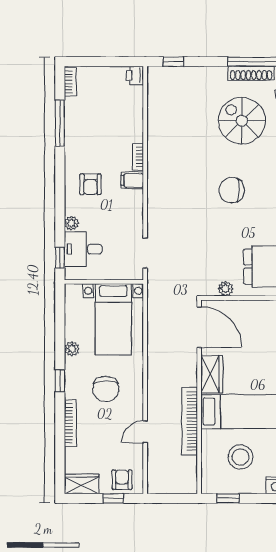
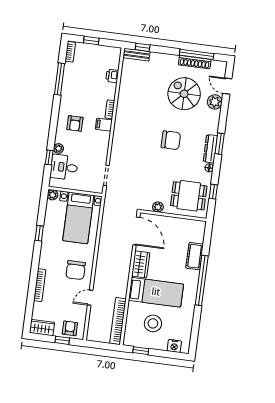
window: (98, 62) -> (91, 41), added
bench: (166, 73) -> (137, 55), added
printer: (135, 75) -> (112, 76), moved
chair: (232, 190) -> (171, 140), turned 180
window: (60, 258) -> (49, 158), moved
plant: (72, 349) -> (53, 195), moved
window: (60, 381) -> (39, 233), moved
chair: (106, 389) -> (76, 270), moved
bookcase: (190, 421) -> (118, 321), moved

